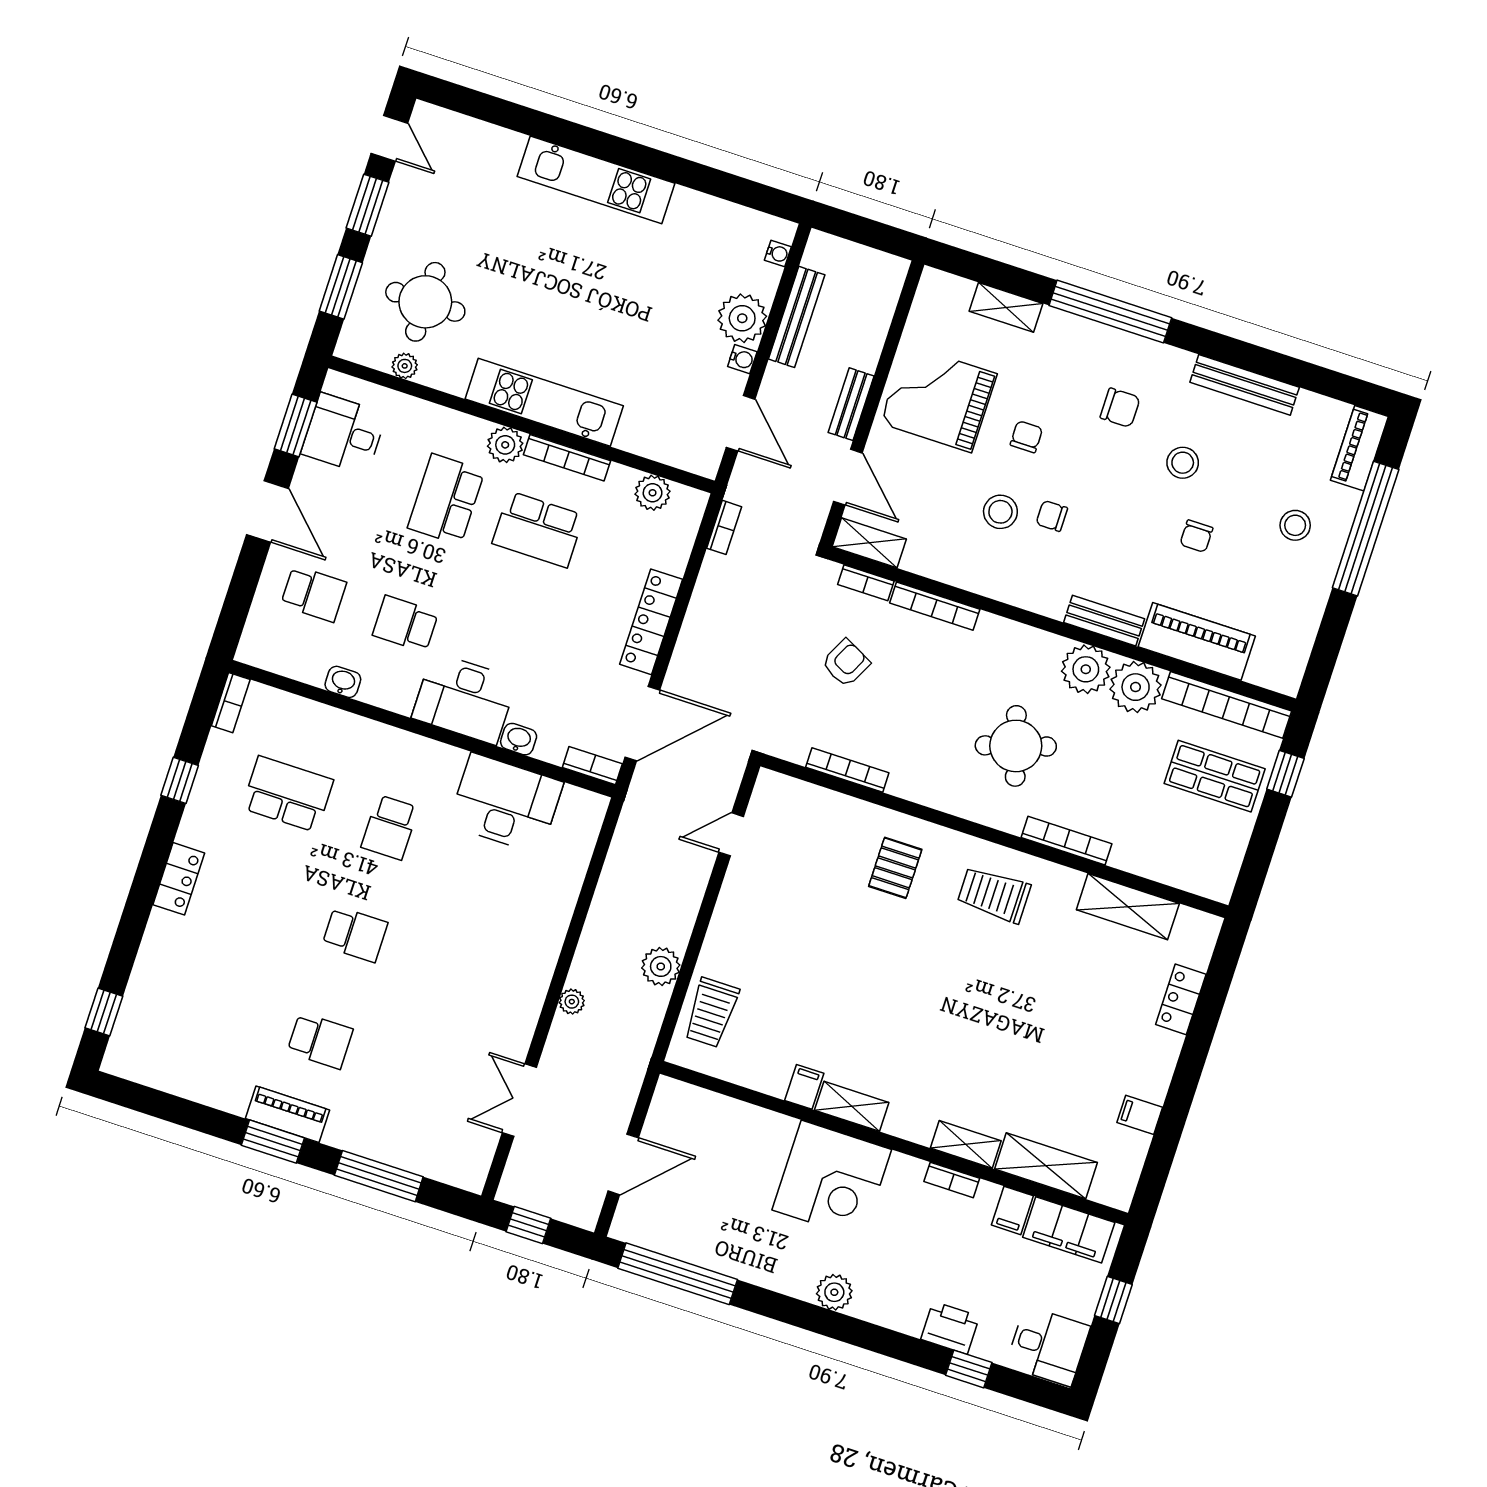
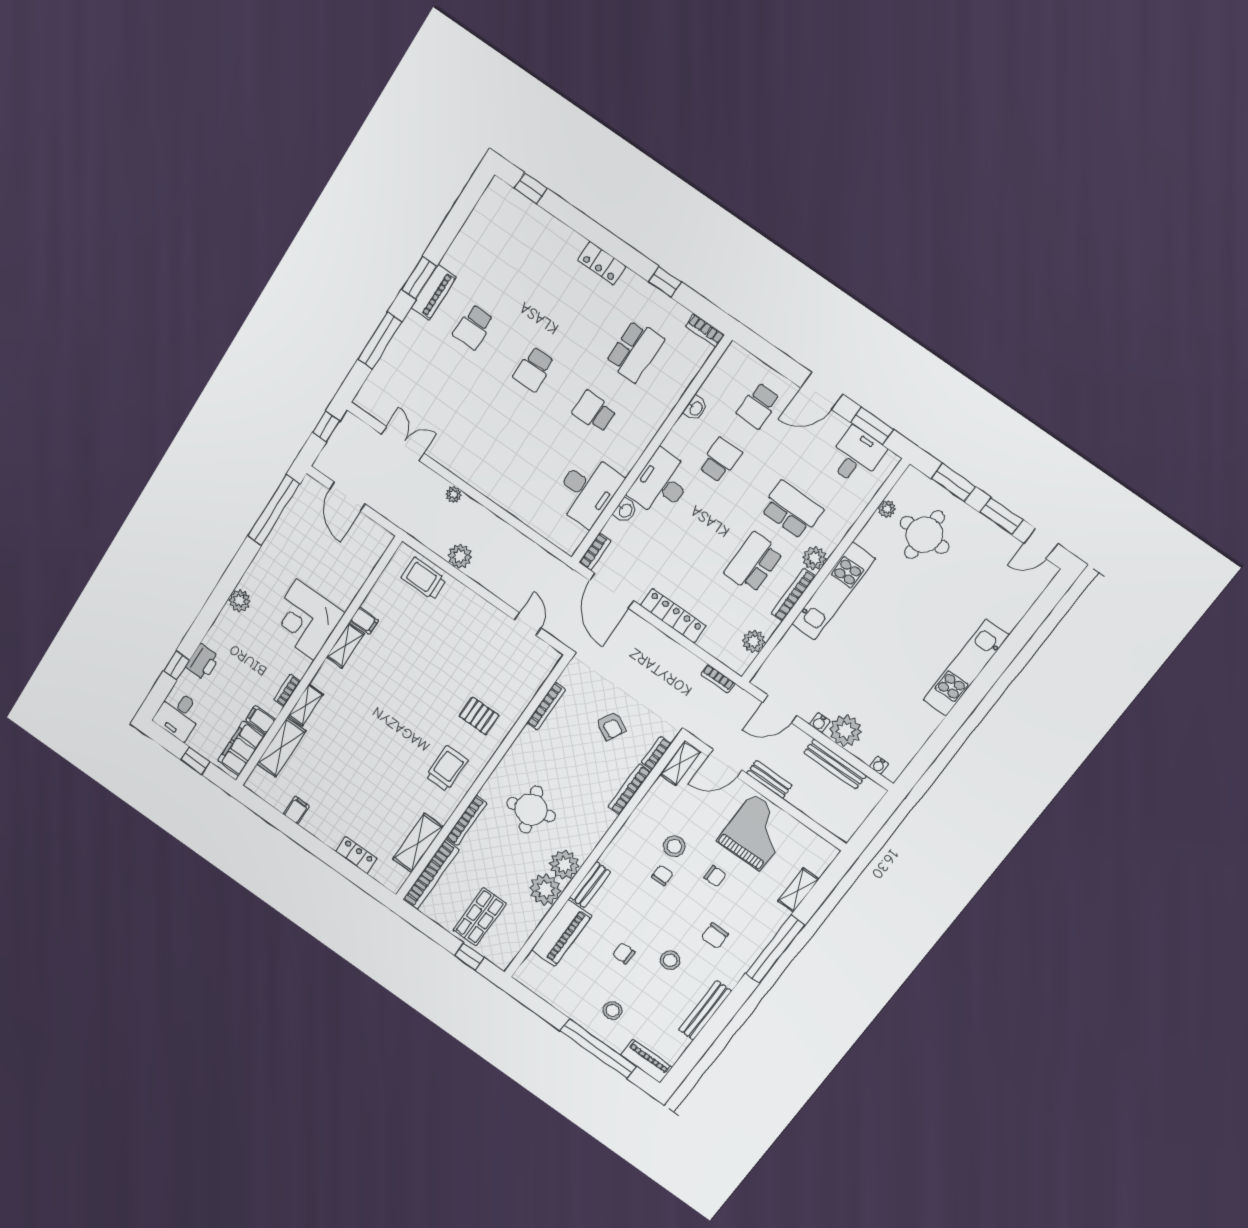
bookcase: (1227, 705) -> (431, 875), moved, turned 180

